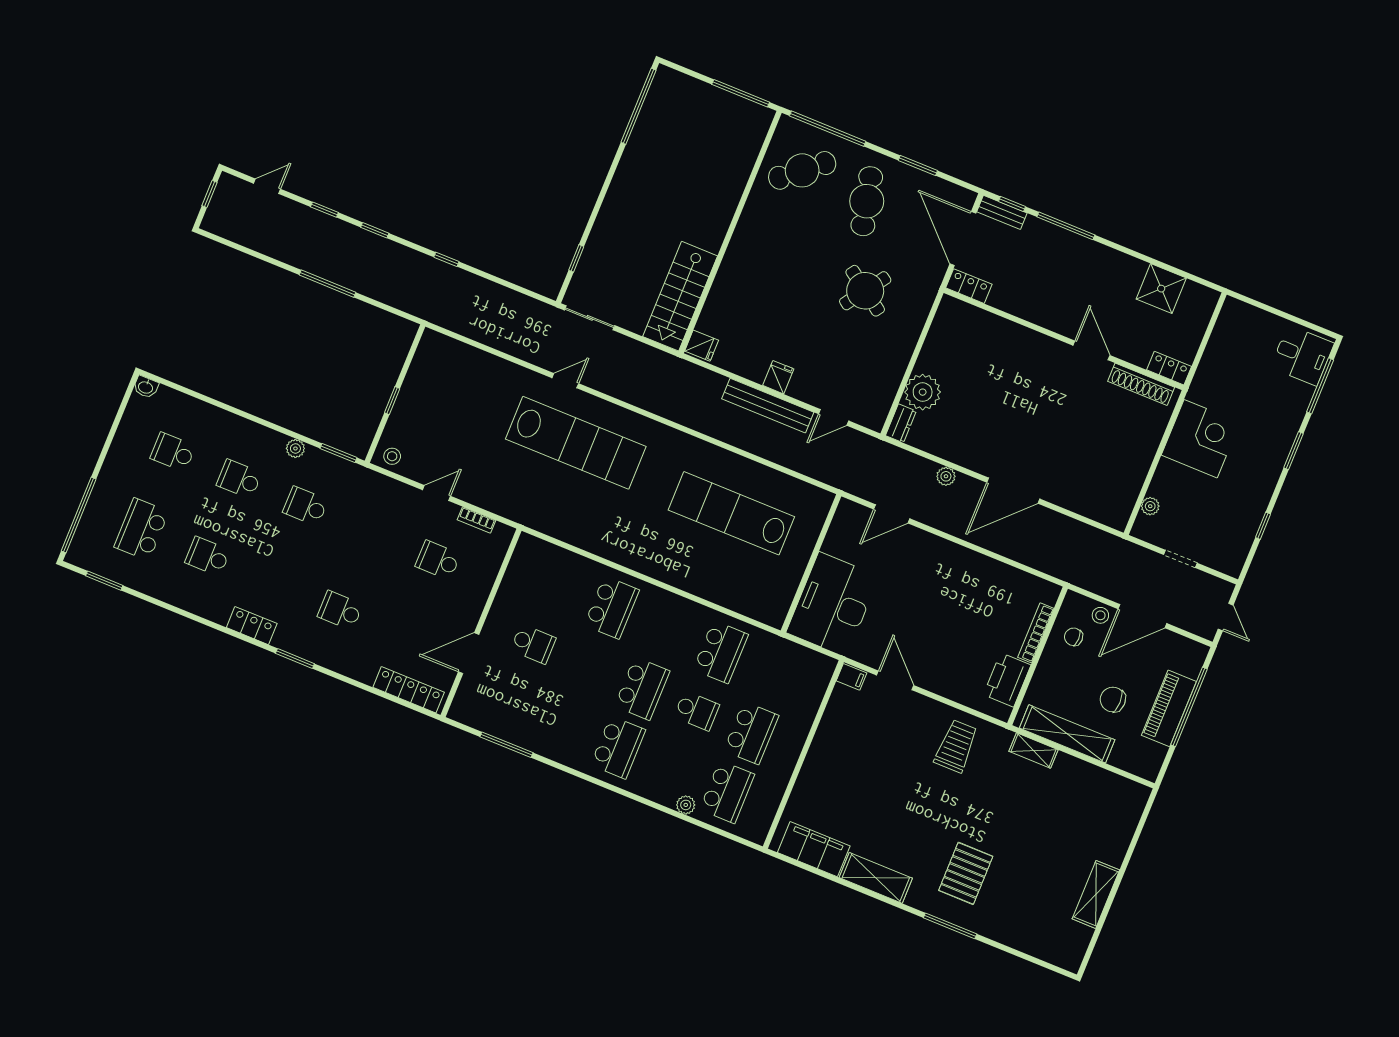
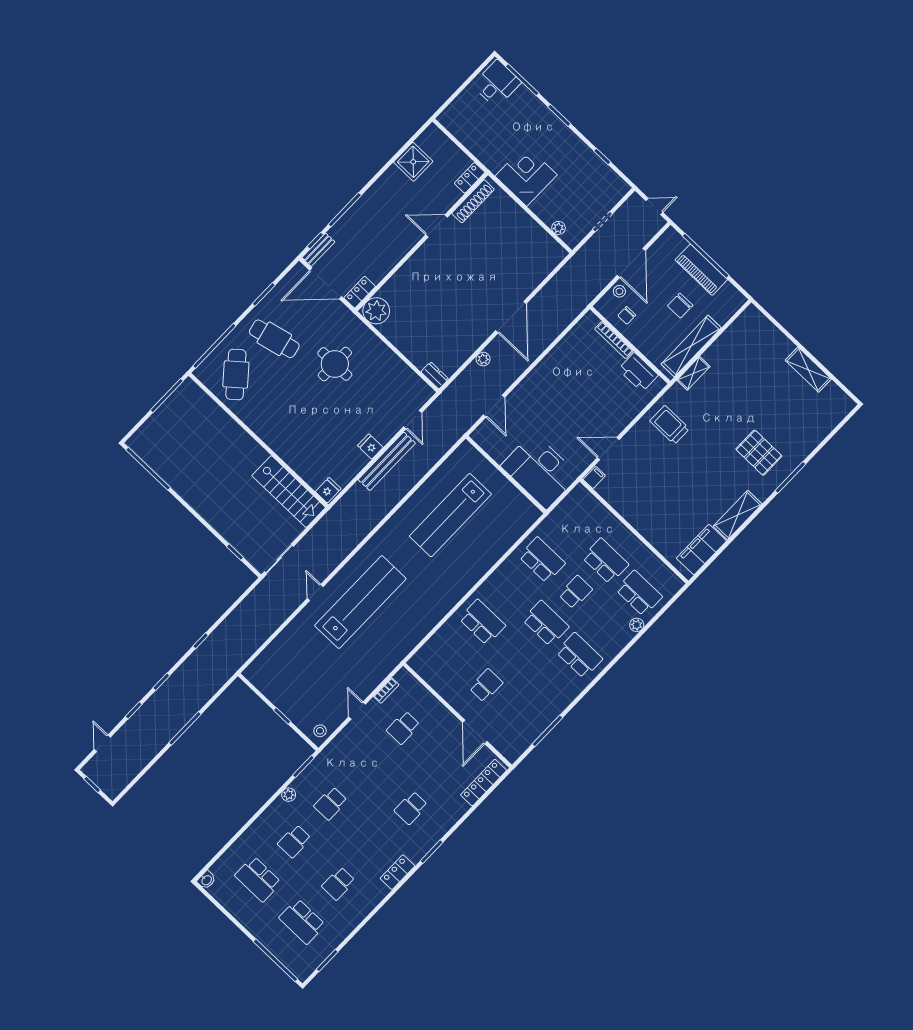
round table: (865, 291) -> (335, 364), turned -35
plant: (923, 392) -> (376, 311), moved
school desk: (173, 452) -> (258, 879), width x1.85

